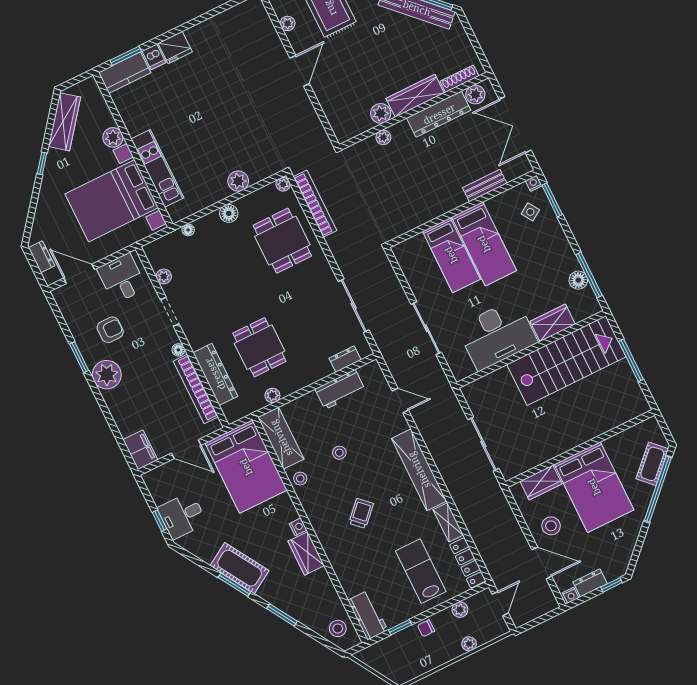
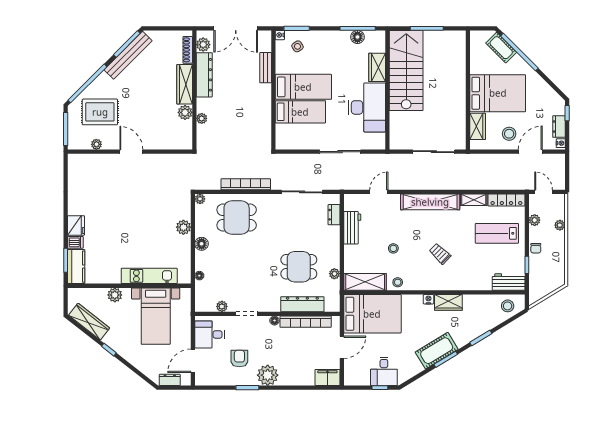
bed with nightstands: (112, 201) -> (156, 316), width x0.73
bookcase: (315, 204) -> (246, 184), moved

